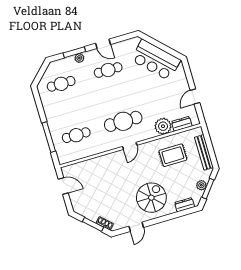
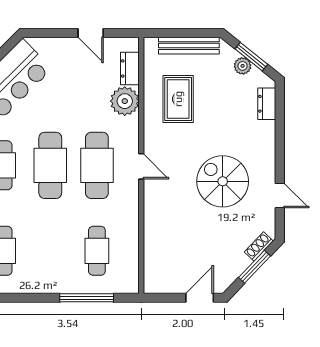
cafe table: (116, 96) -> (50, 165), added
door: (63, 186) -> (200, 298), moved
spiral stairs: (151, 198) -> (223, 181), moved

